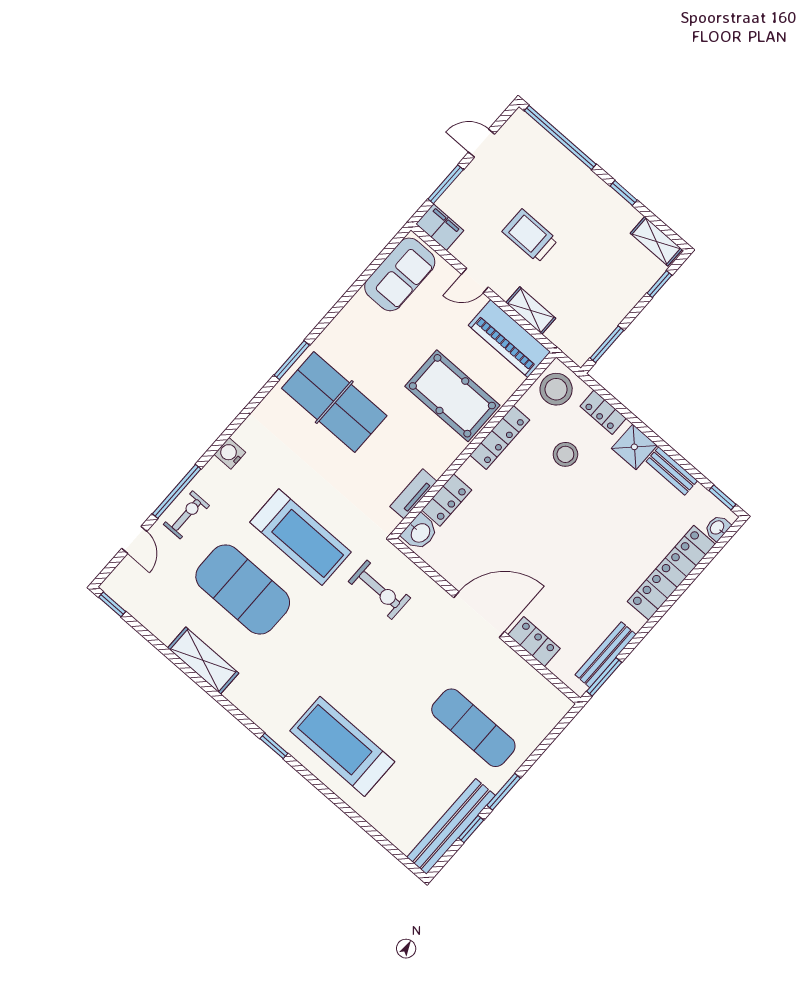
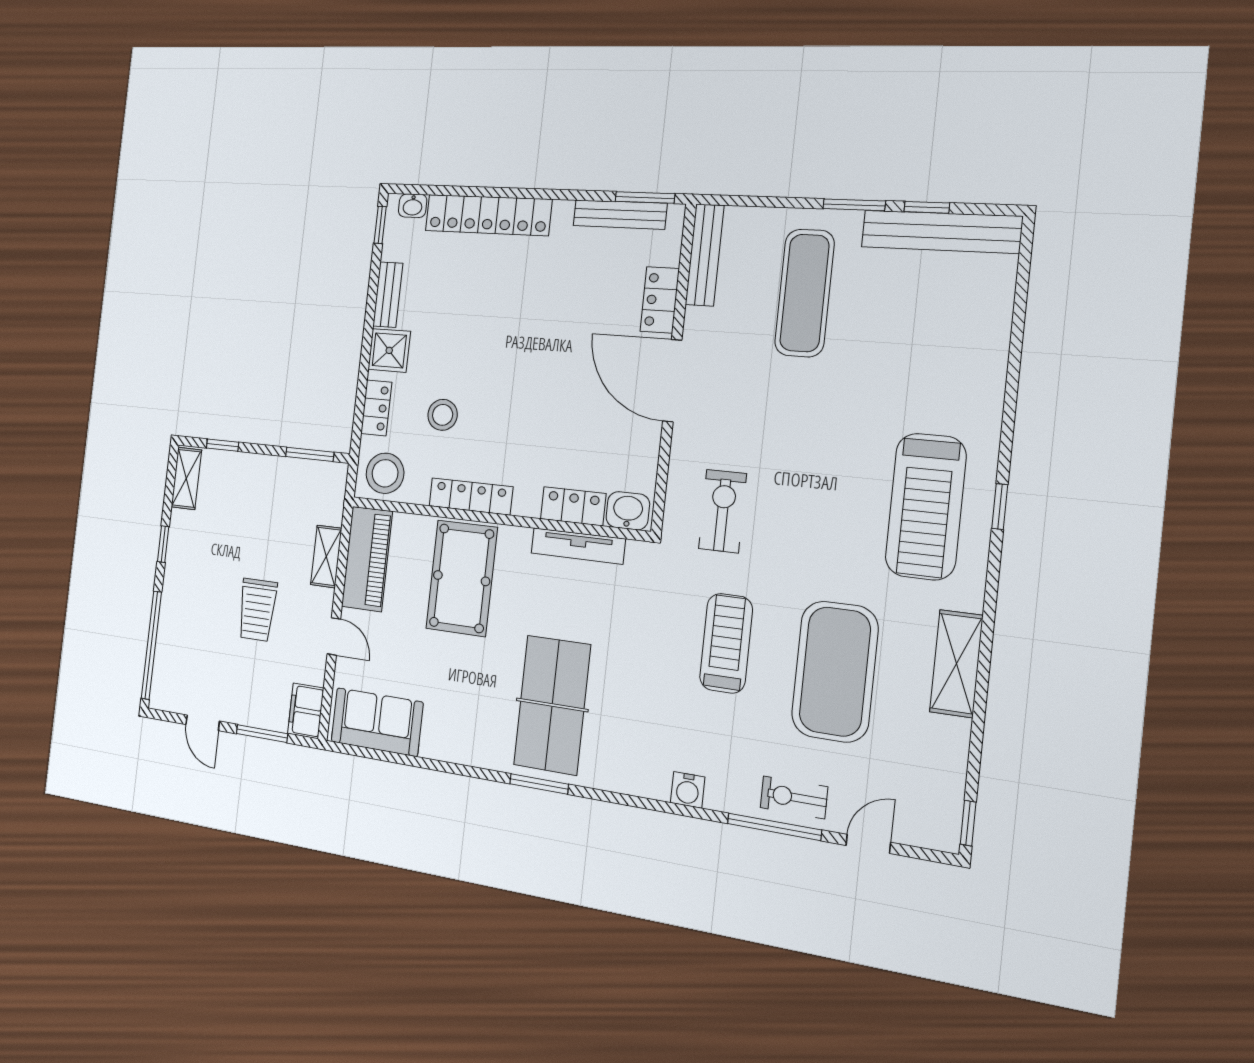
tv unit: (413, 494) -> (578, 546), width x1.41
treadmill: (300, 537) -> (726, 643), width x0.73, depth x0.73
bench: (541, 687) -> (705, 255), added
treadmill: (342, 746) -> (926, 507), moved

